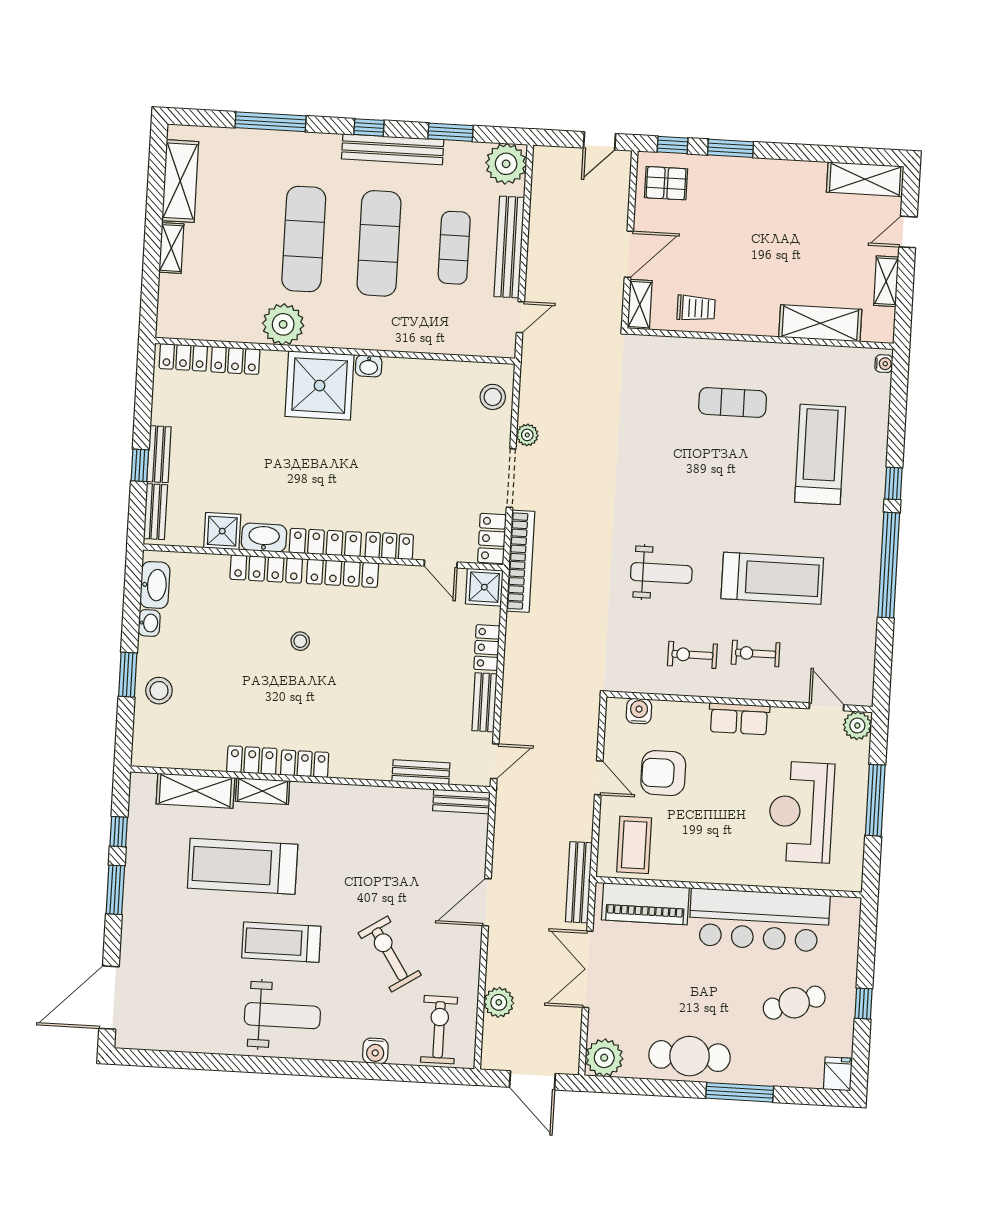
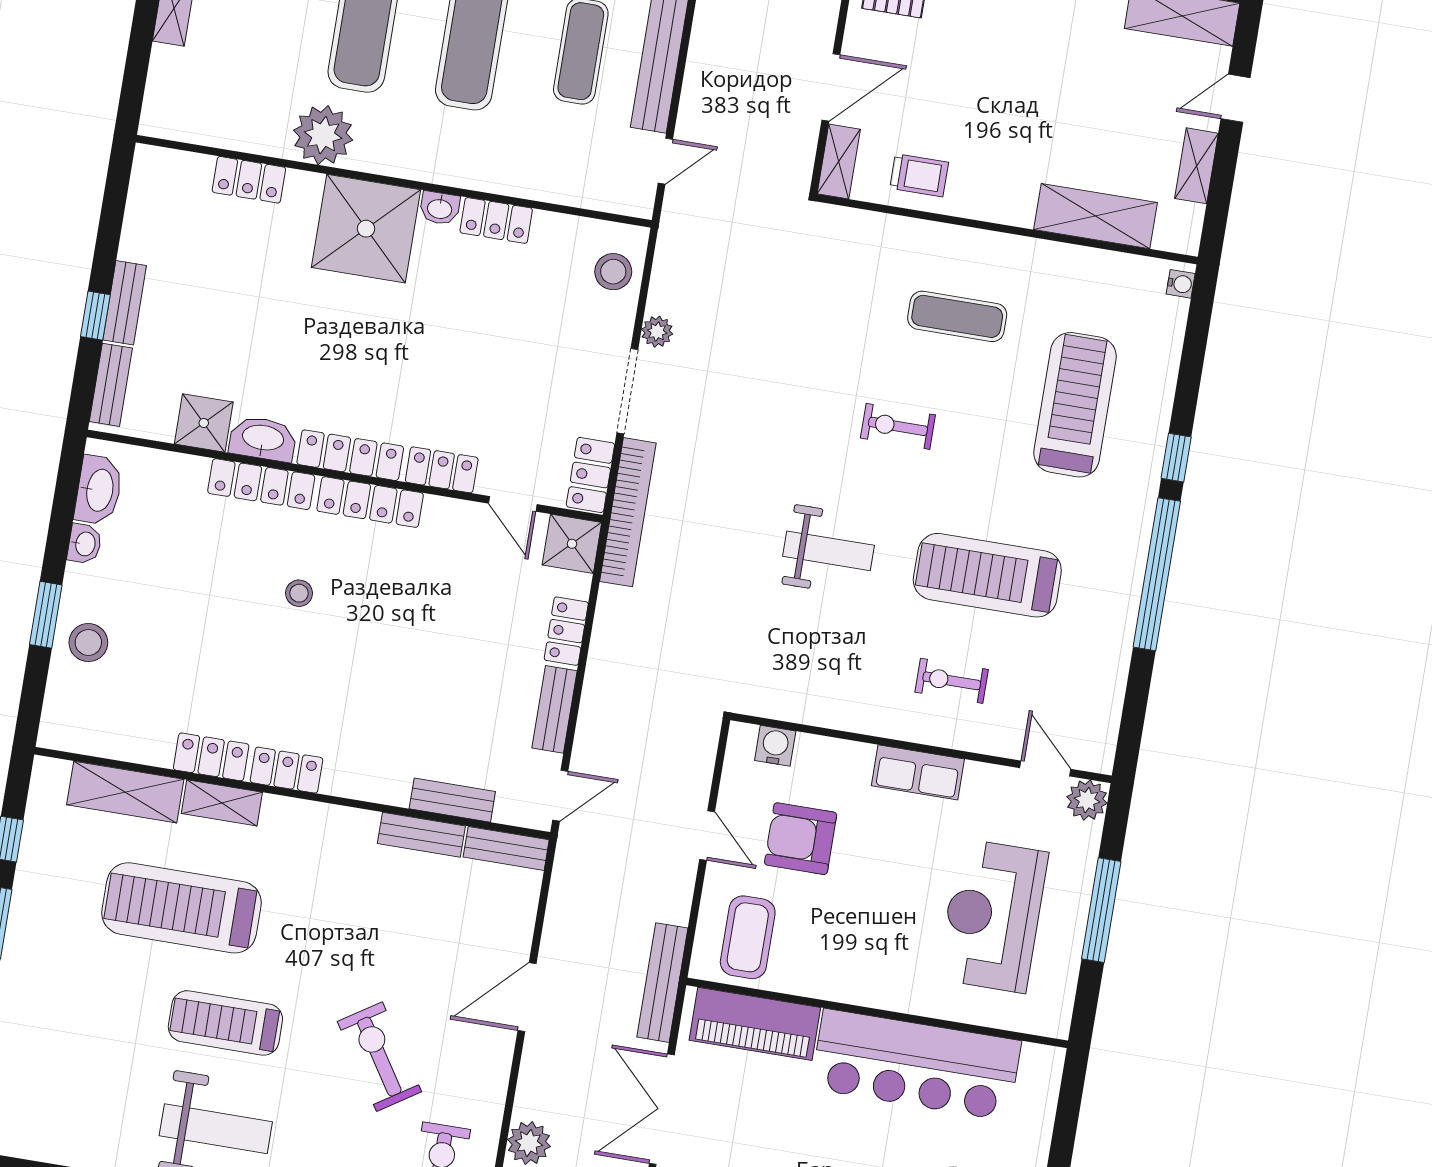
locker: (183, 357) -> (496, 220), moved
treadmill: (772, 578) -> (987, 575), turned 180
exercise bike: (692, 655) -> (898, 426), moved
bench: (402, 798) -> (421, 835), added

